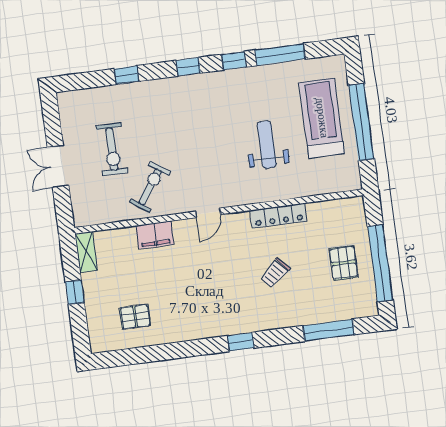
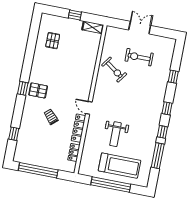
weight bench: (267, 145) -> (116, 134), turned 90
locker: (326, 209) -> (74, 153), added
door: (208, 213) -> (89, 108), moved
filing cabinet: (155, 235) -> (90, 64), removed
pallet: (344, 263) -> (38, 90), moved
window: (329, 330) -> (14, 134), width x0.46

